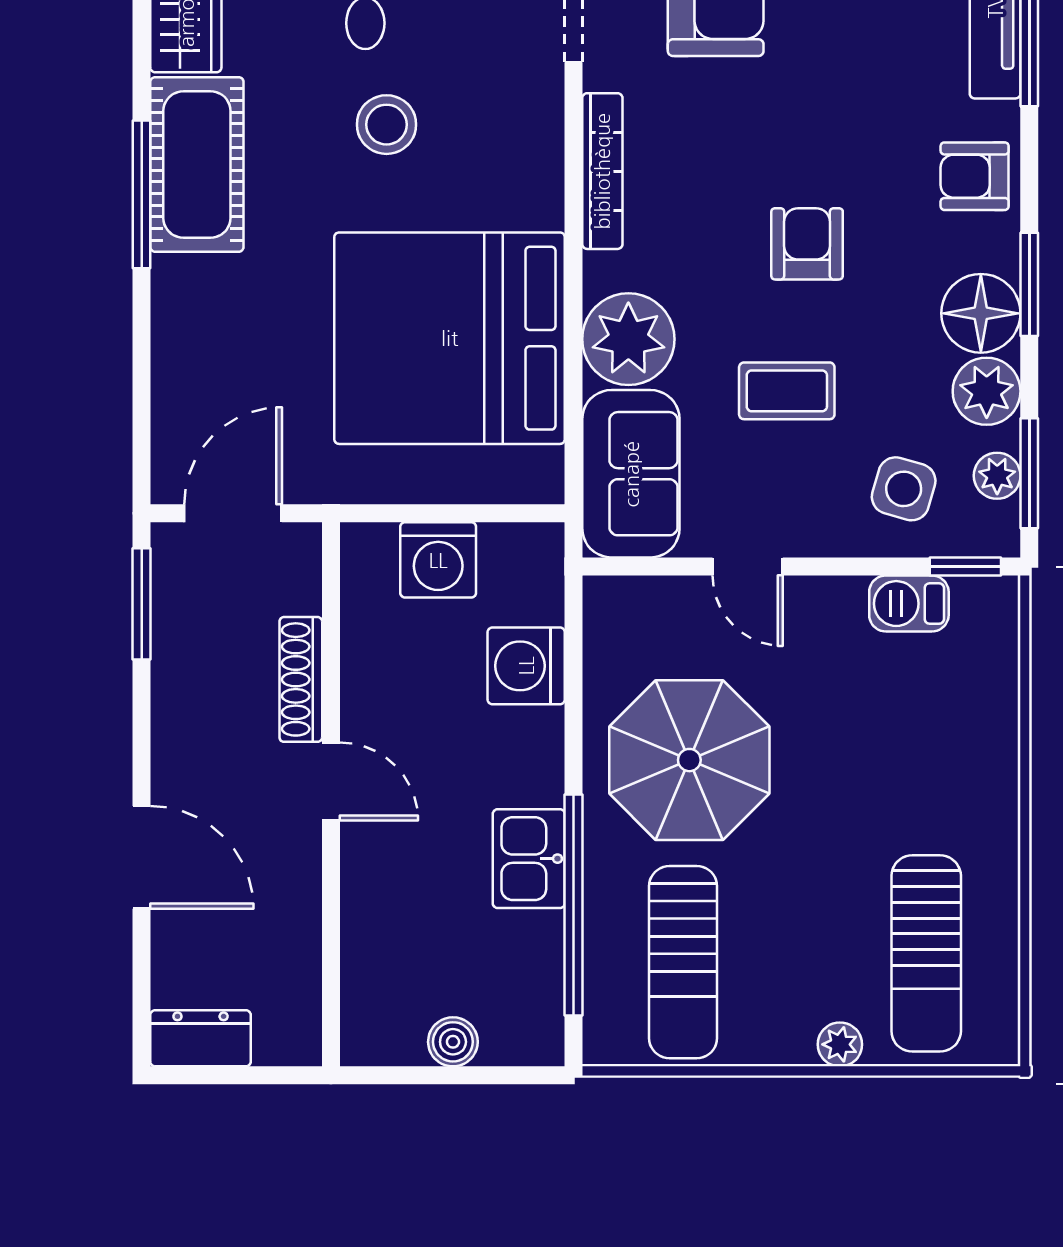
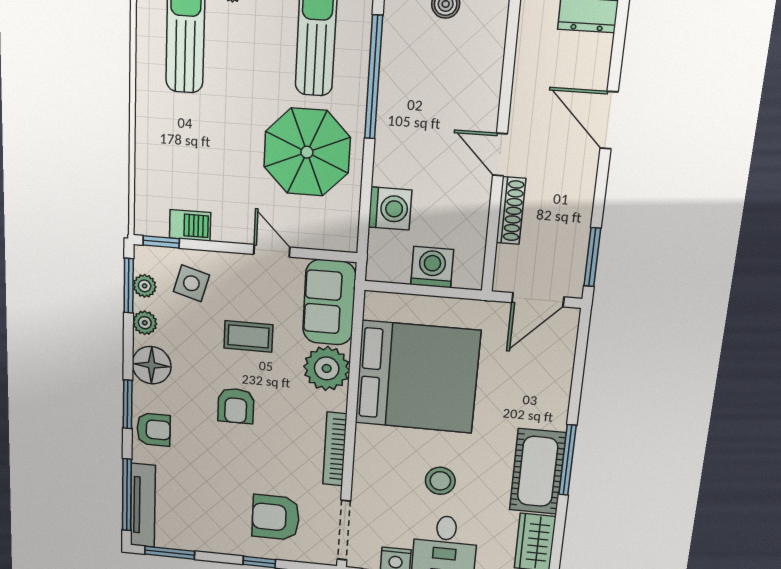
window: (1029, 284) -> (128, 404), moved
plant: (987, 391) -> (145, 323), width x0.73, depth x0.73
kitchen sink: (529, 859) -> (396, 105), removed

